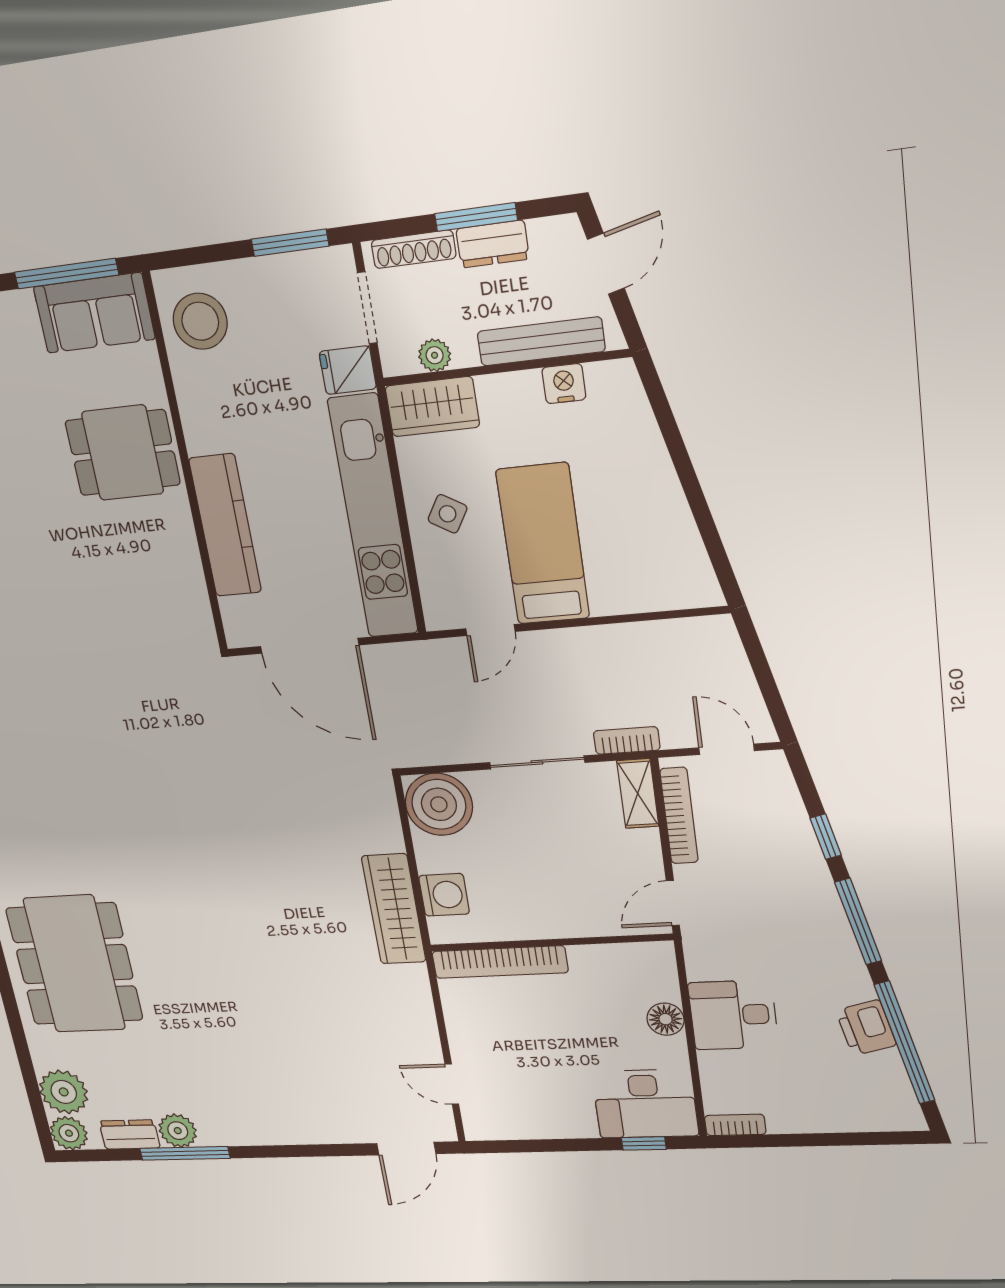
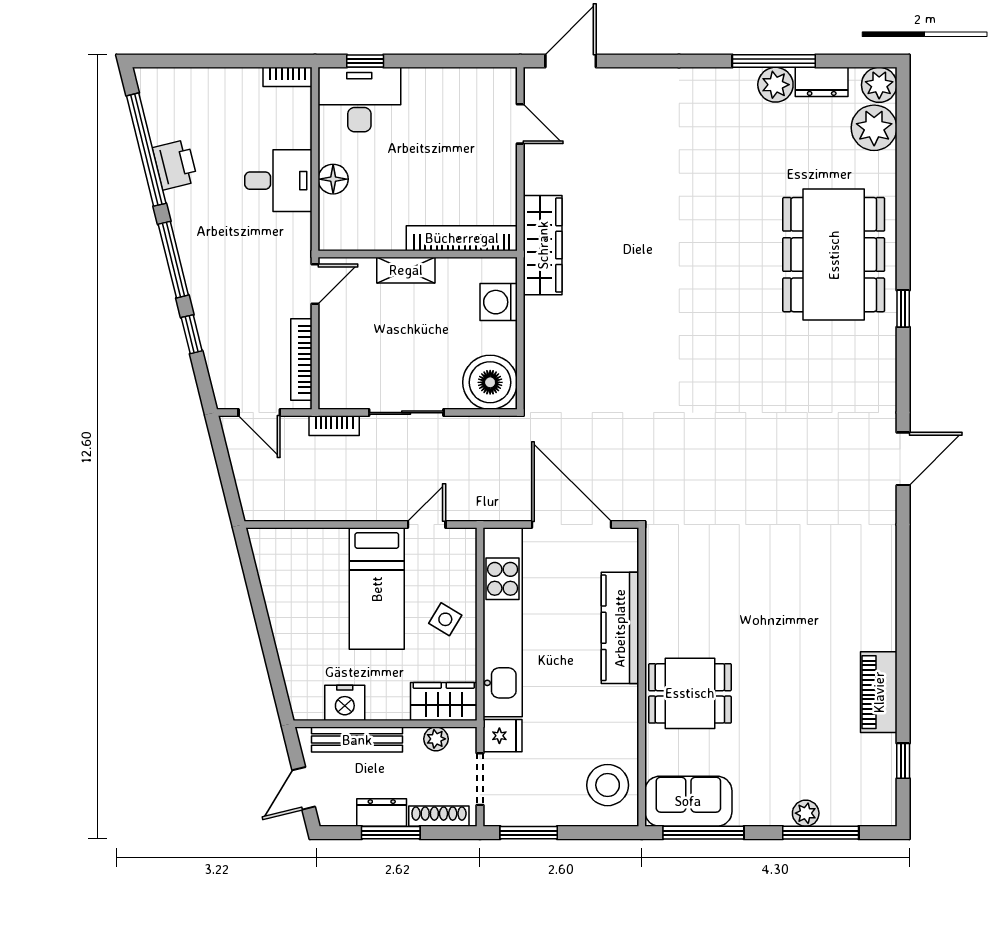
nightstand: (564, 384) -> (345, 703), width x1.36, depth x1.33
shelving: (638, 794) -> (406, 270), moved, turned 90
wardrobe: (394, 909) -> (543, 245), moved

